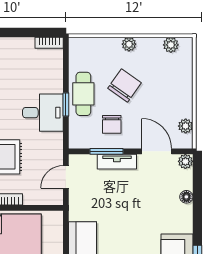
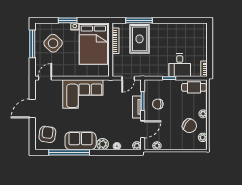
chair: (125, 86) -> (189, 126), moved
cafe table: (83, 94) -> (194, 87), moved
desk: (43, 113) -> (180, 65), moved
door: (66, 177) -> (128, 78), swing flipped
plant: (183, 222) -> (103, 144), added

